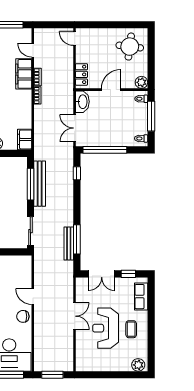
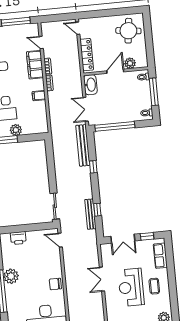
locker: (82, 74) -> (87, 55), width x1.53
plant: (141, 82) -> (130, 63), moved
filing cabinet: (25, 139) -> (39, 96), moved, width x0.50
window: (77, 173) -> (93, 167), moved
window: (30, 184) -> (51, 164), removed
bench: (40, 184) -> (83, 145), moved
window: (77, 239) -> (97, 210), width x0.46
door: (33, 297) -> (60, 240), moved
double door: (75, 316) -> (102, 279), swing flipped

